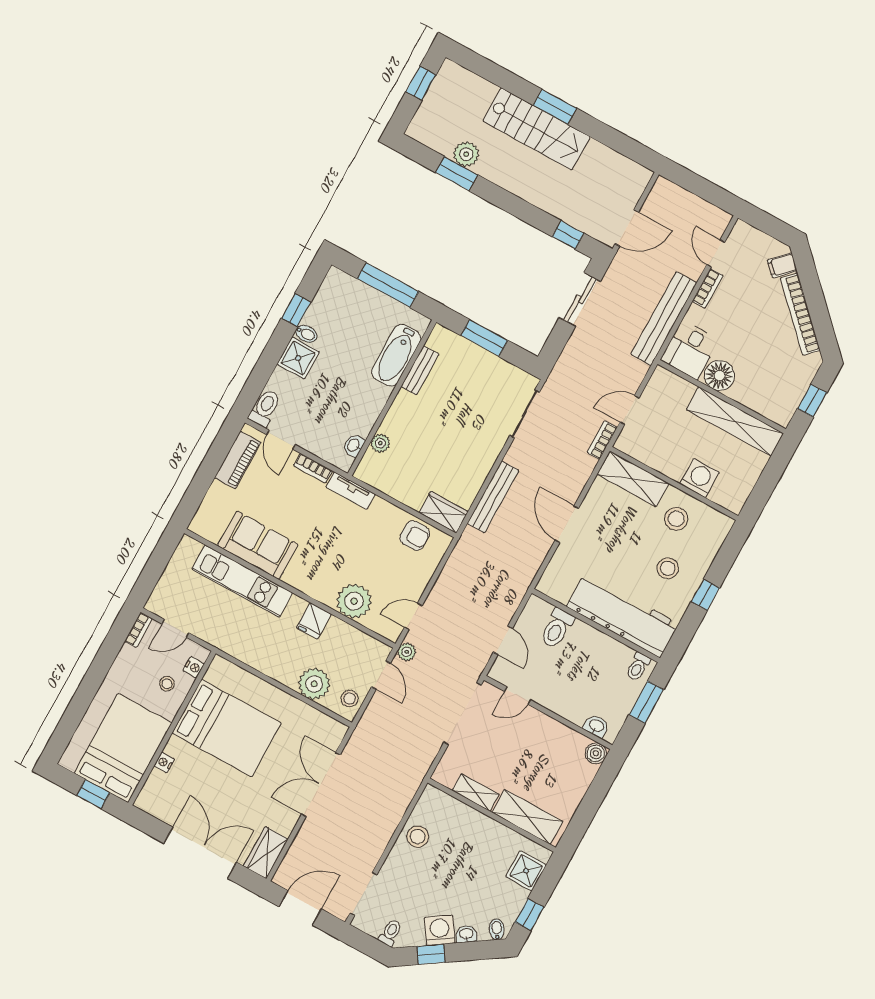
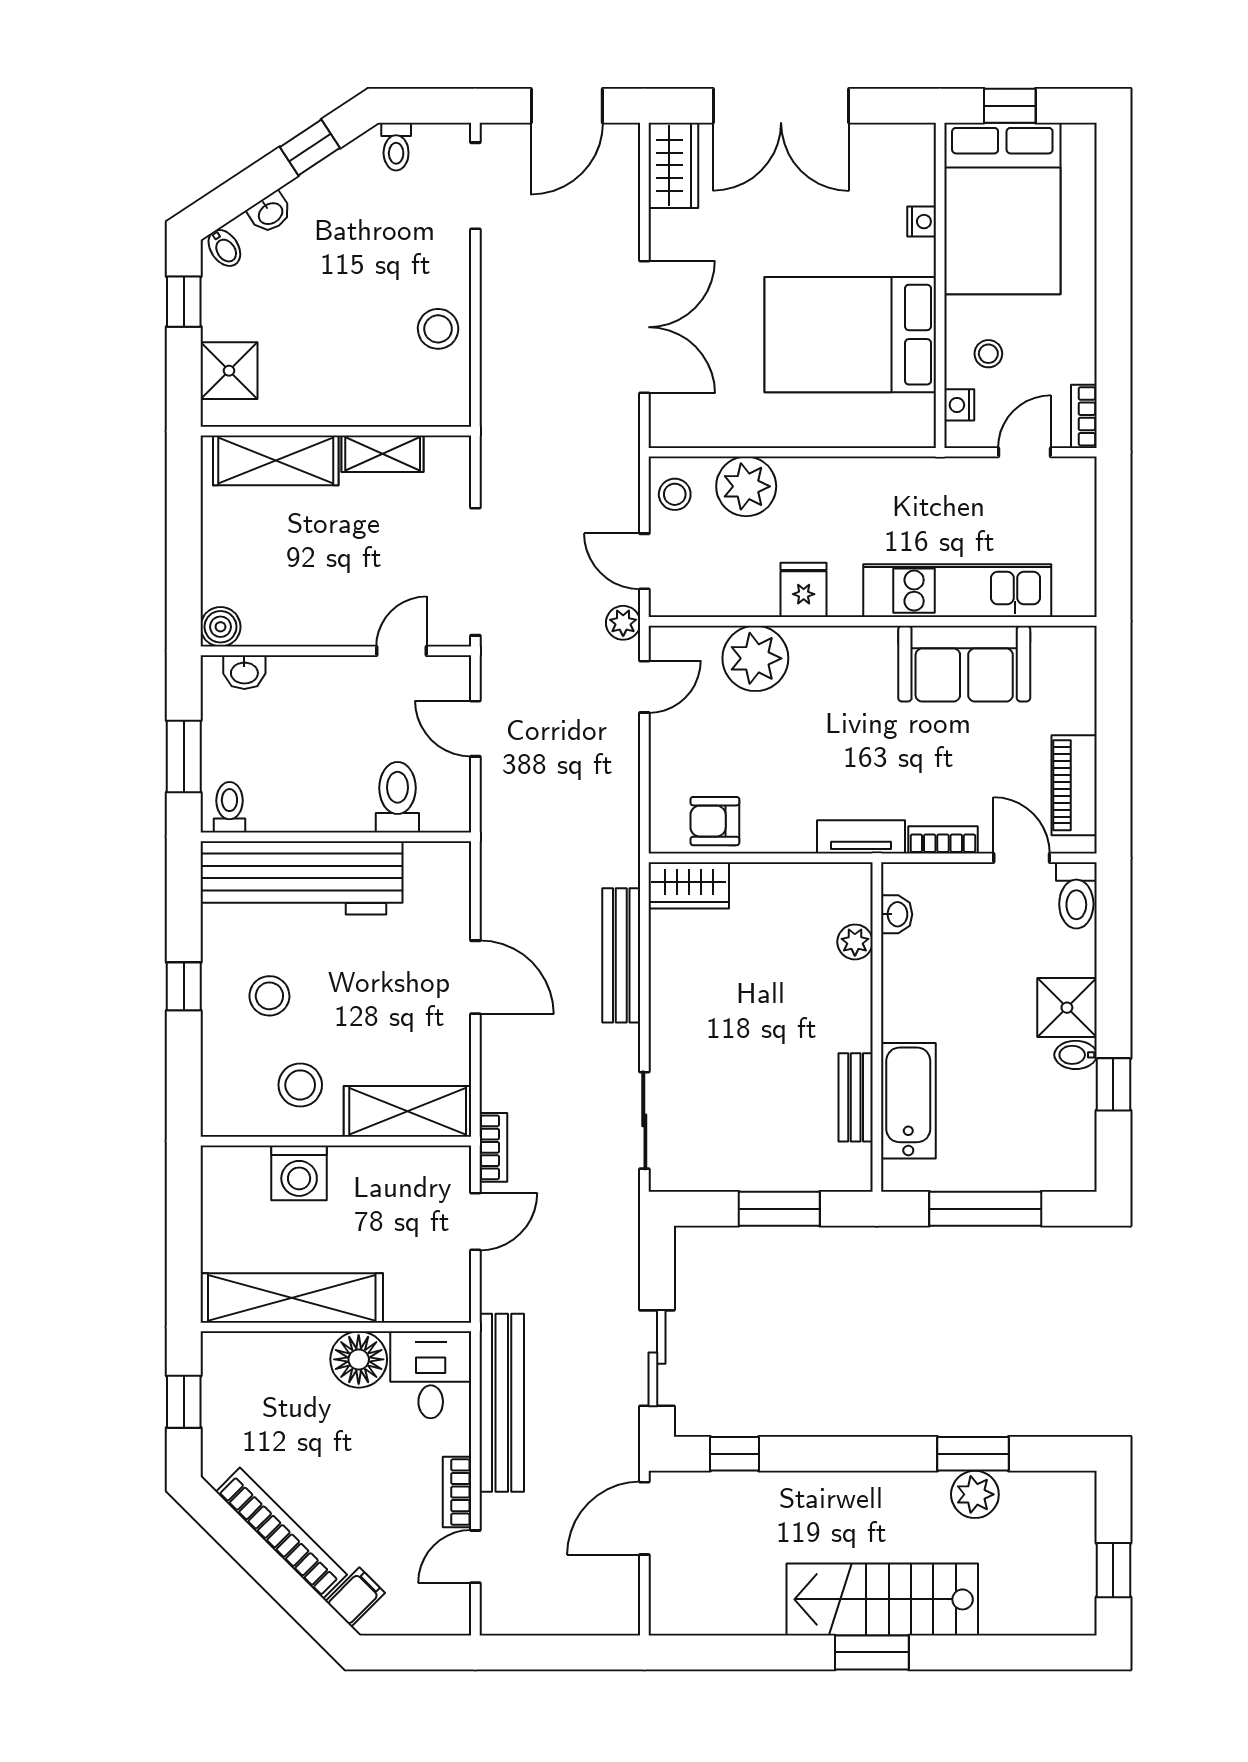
door: (716, 253) -> (475, 1557), swing flipped
washing machine: (440, 930) -> (317, 195), removed

